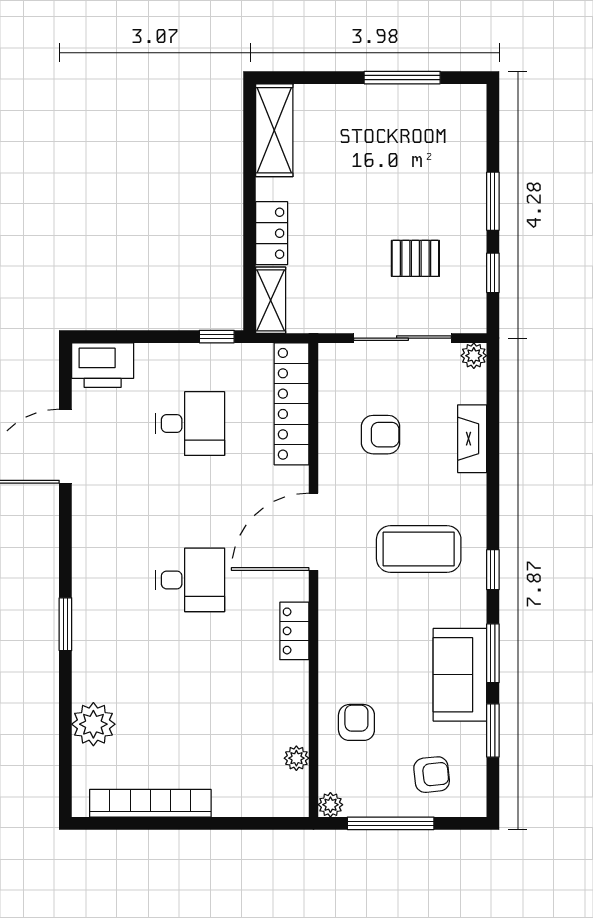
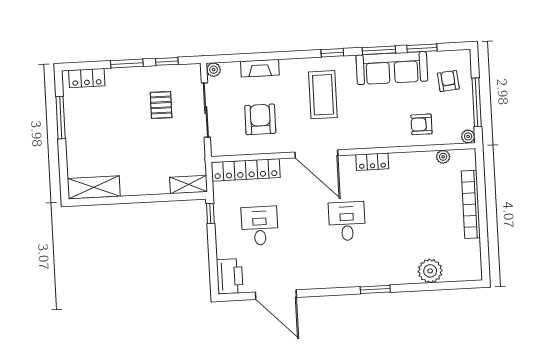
locker: (272, 233) -> (87, 78), moved, turned 180
armchair: (381, 435) -> (260, 119), width x1.38, depth x1.38
sofa: (460, 675) -> (392, 68), width x1.36
bookcase: (150, 803) -> (471, 204), moved

